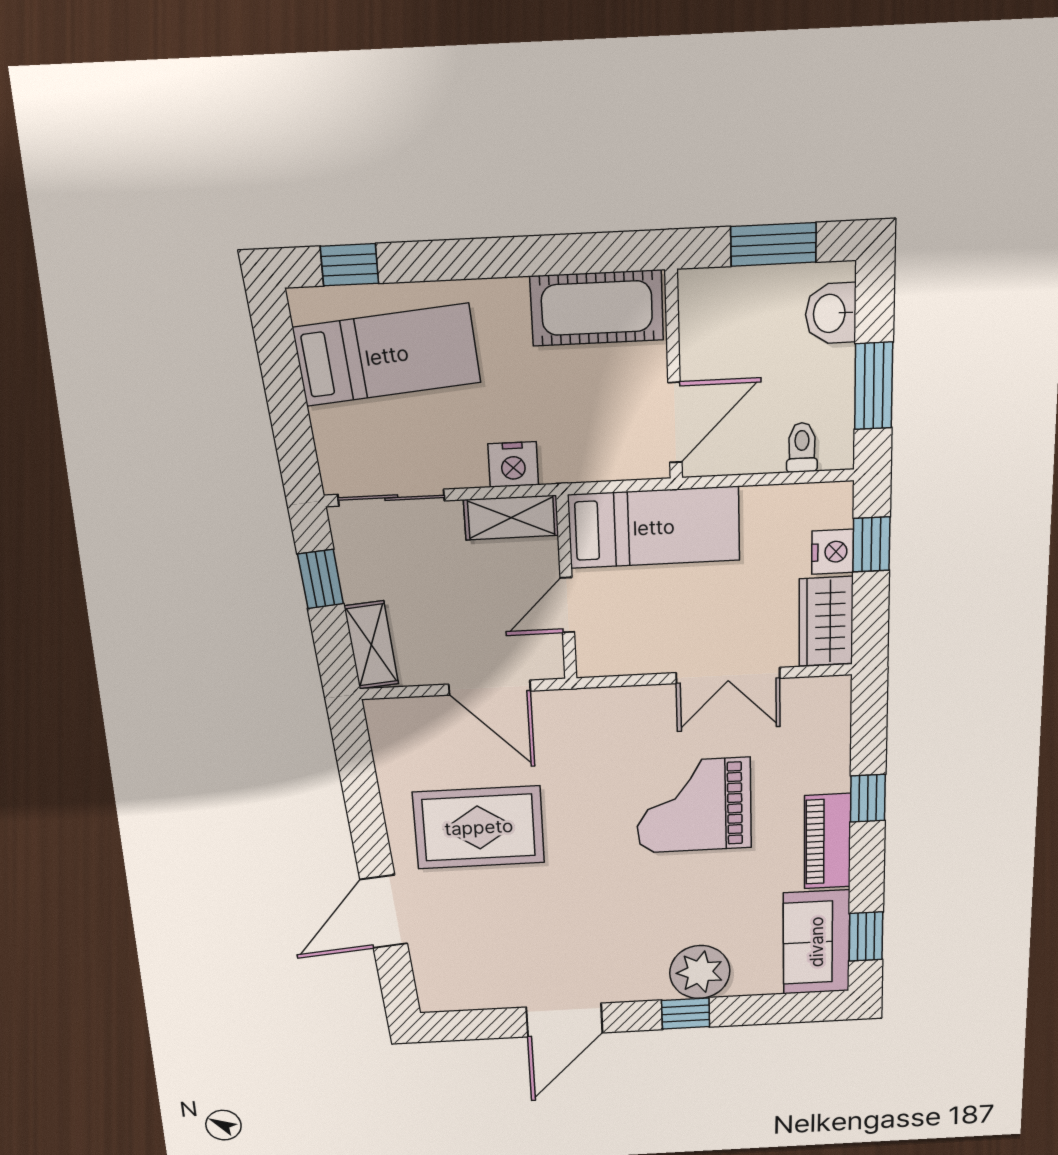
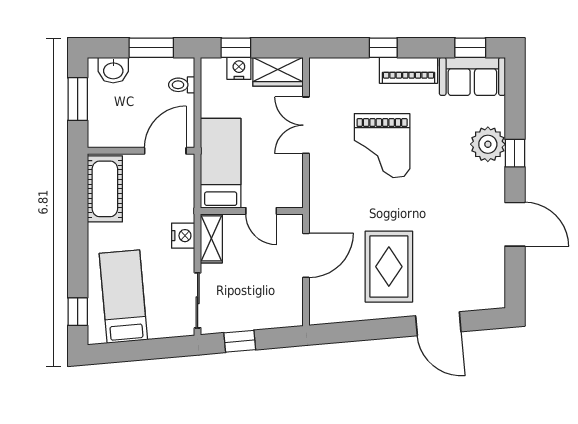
door: (675, 422) -> (165, 151), hinge flipped
shelving: (371, 645) -> (278, 317), removed
double door: (728, 676) -> (306, 125), swing flipped

